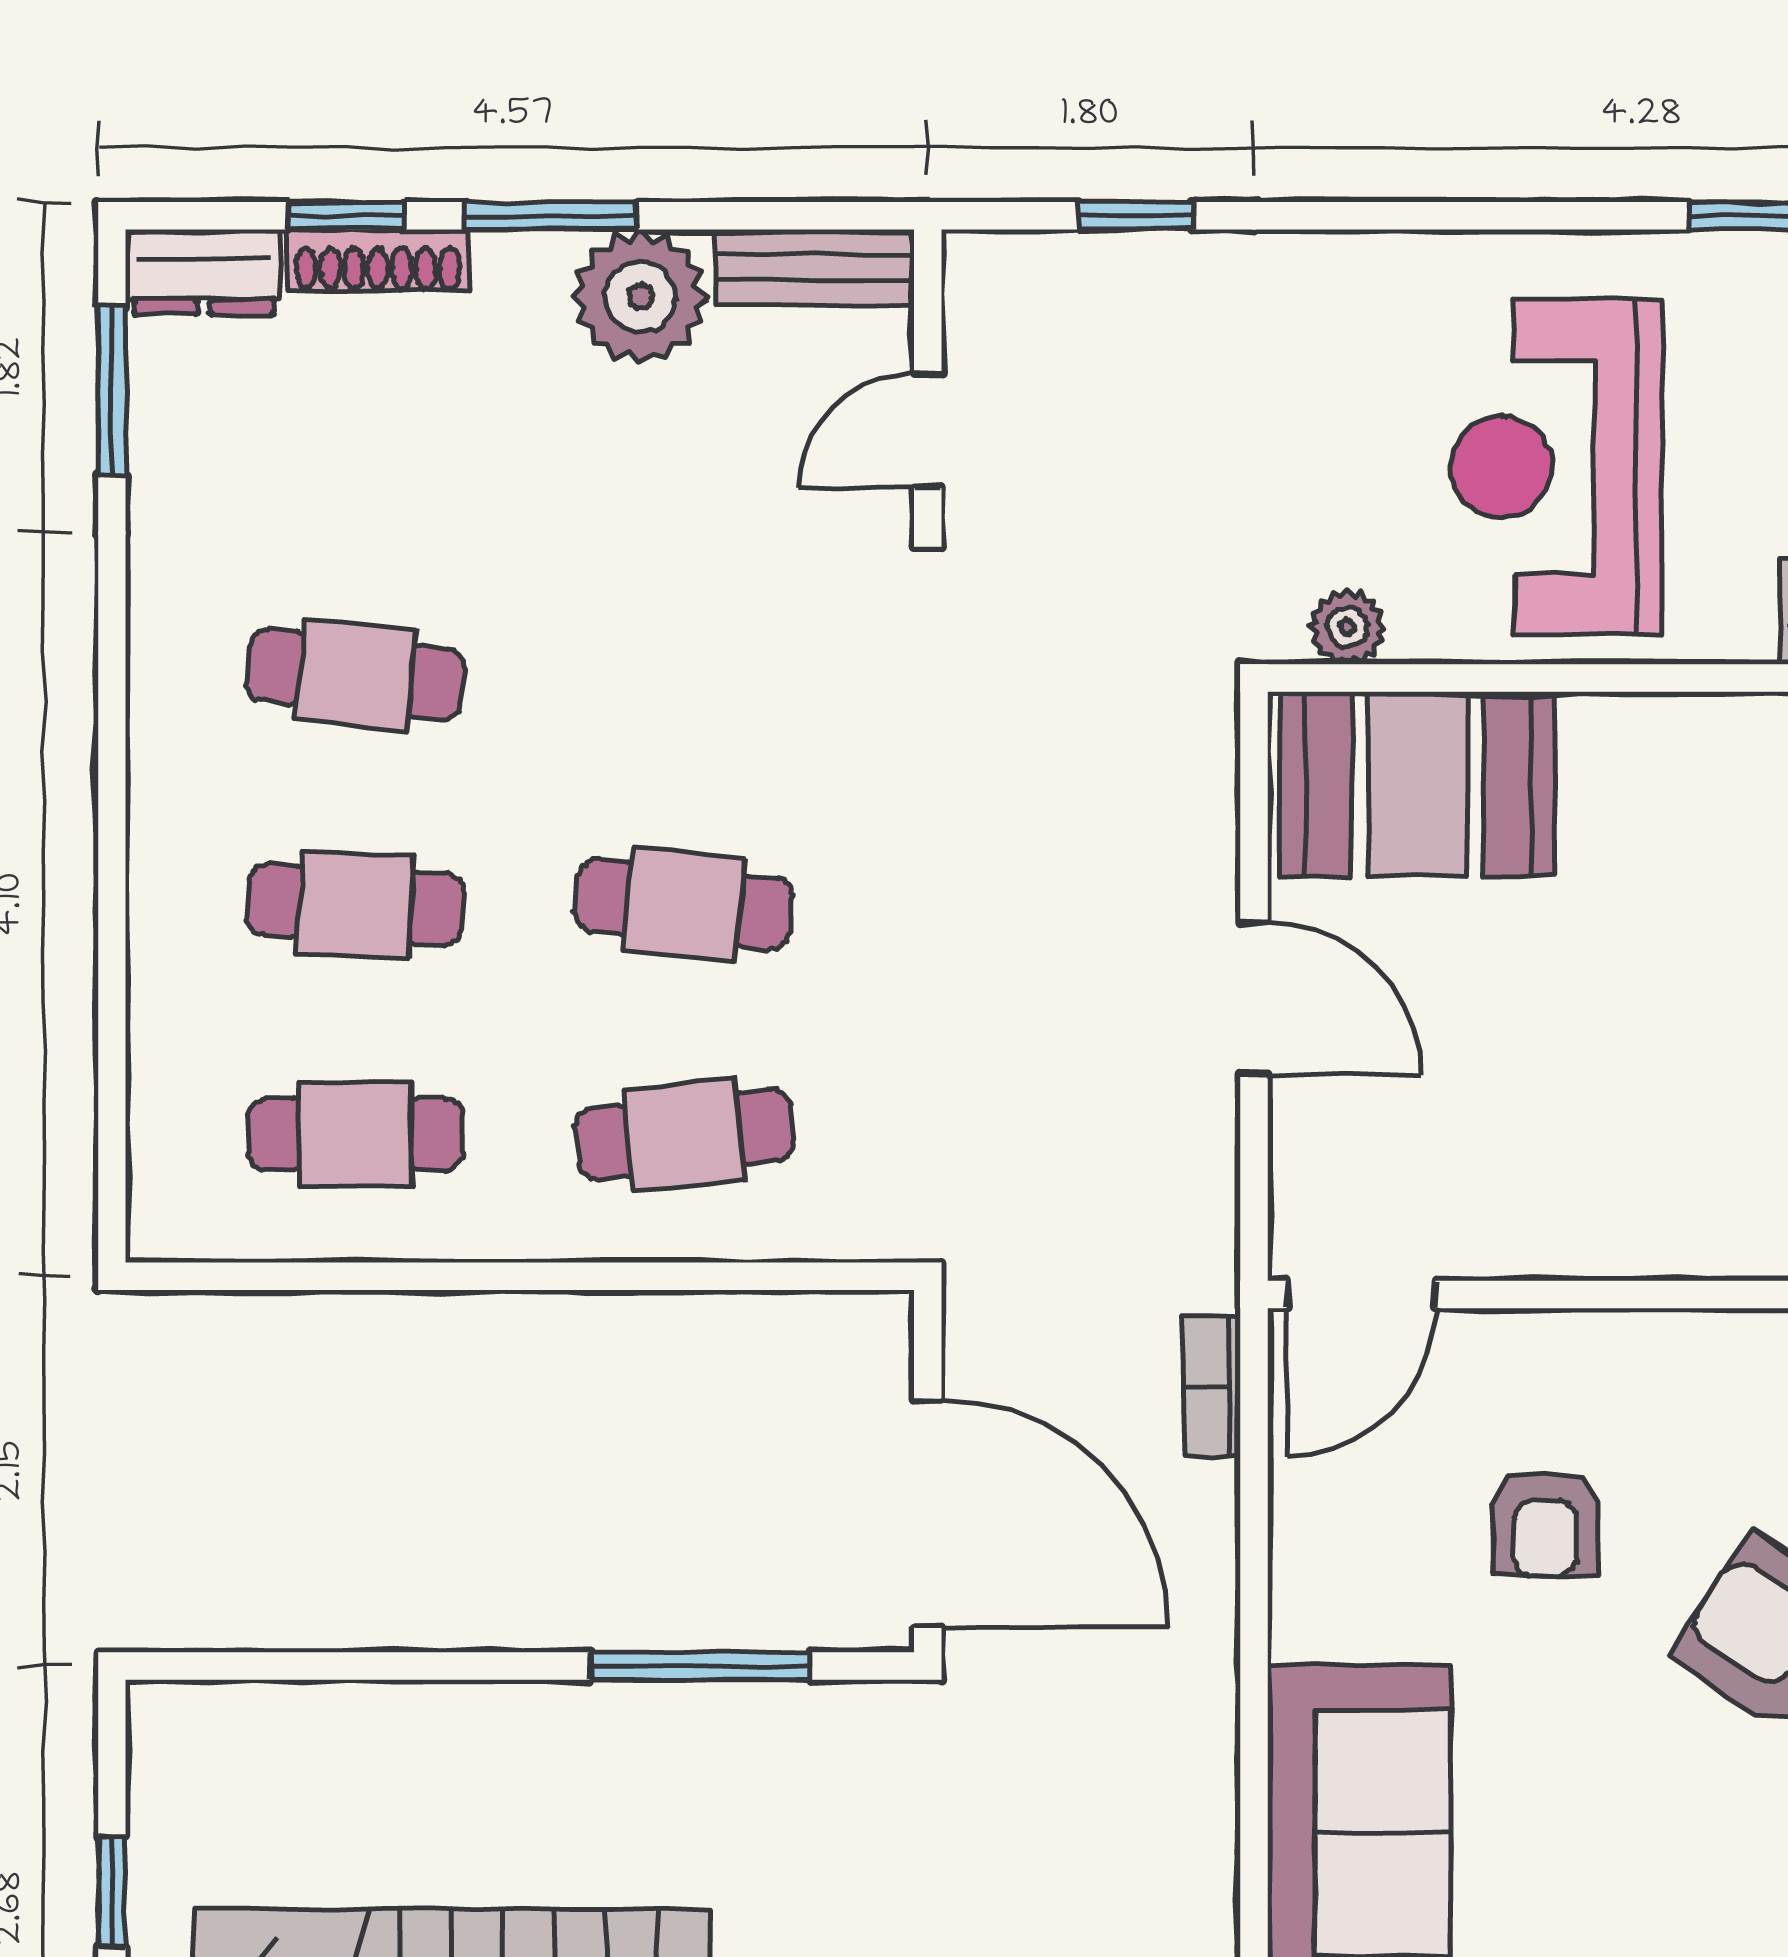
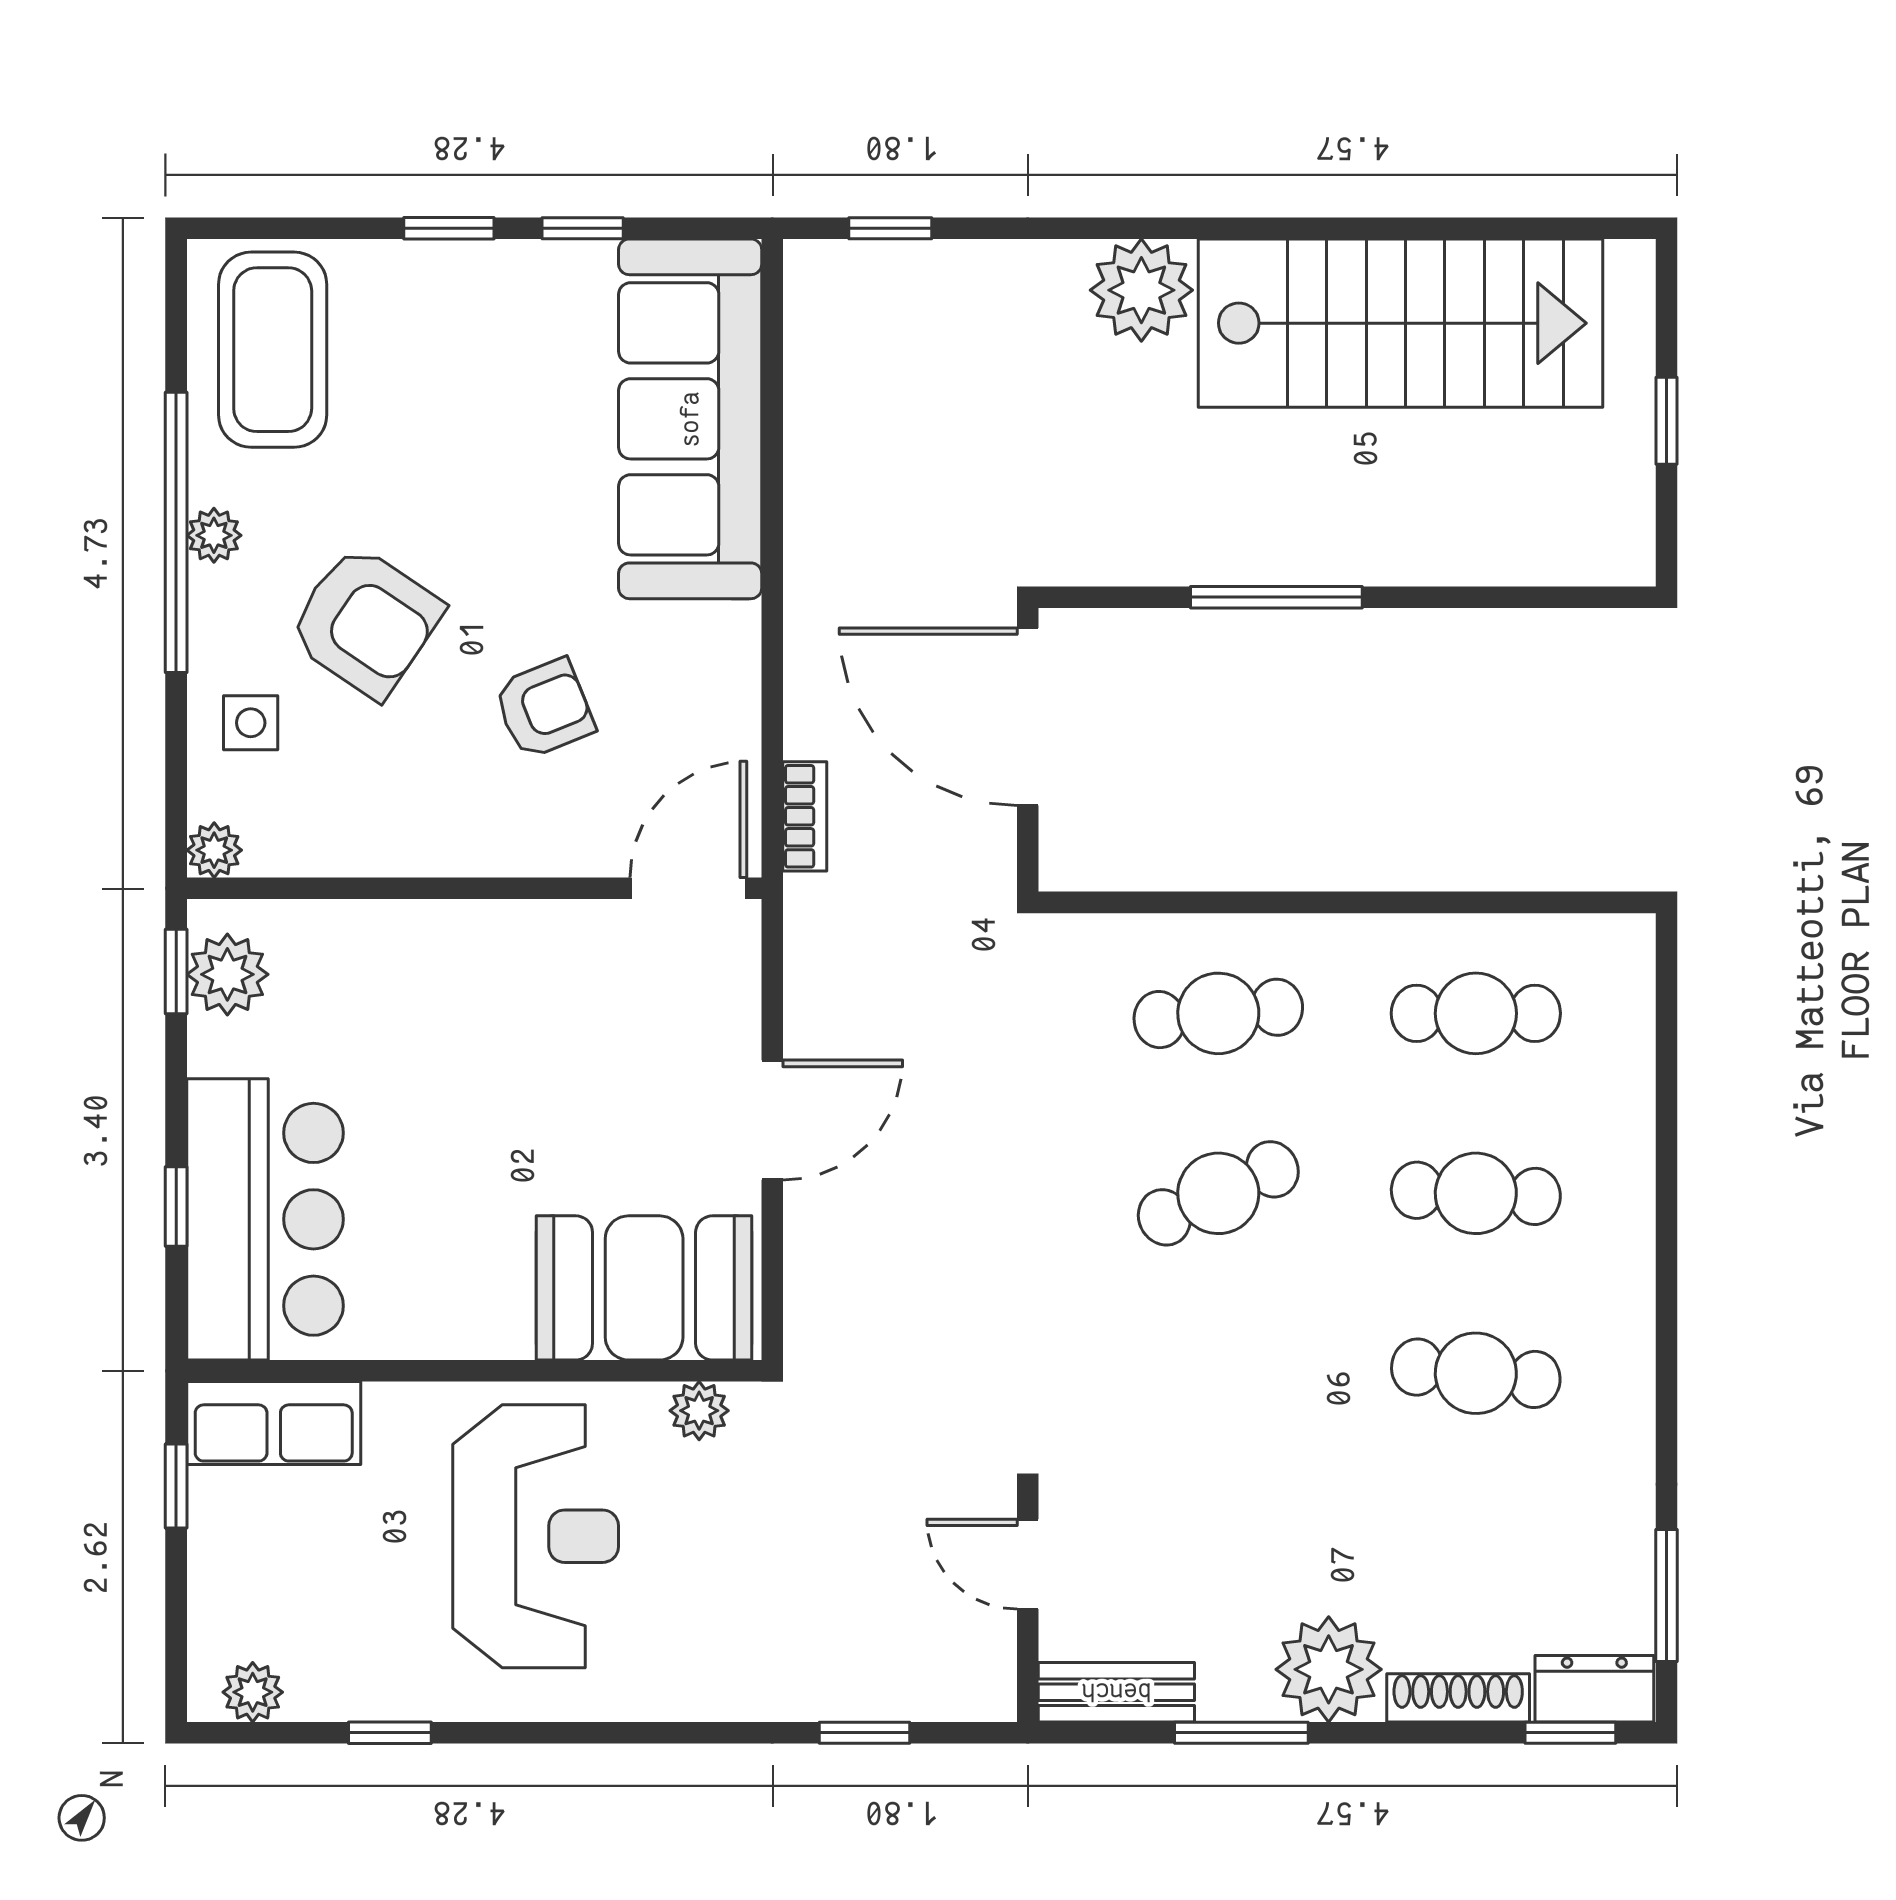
window: (346, 216) -> (1570, 1733), moved
window: (551, 216) -> (1241, 1733), moved
plant: (640, 297) -> (1329, 1669), moved
door: (928, 431) -> (1028, 1564), swing flipped
cafe table: (684, 905) -> (1218, 1193), turned -30
door: (1254, 998) -> (772, 1120), swing flipped
armchair: (1545, 1524) -> (544, 709), turned 68
window: (700, 1666) -> (1276, 597), moved

